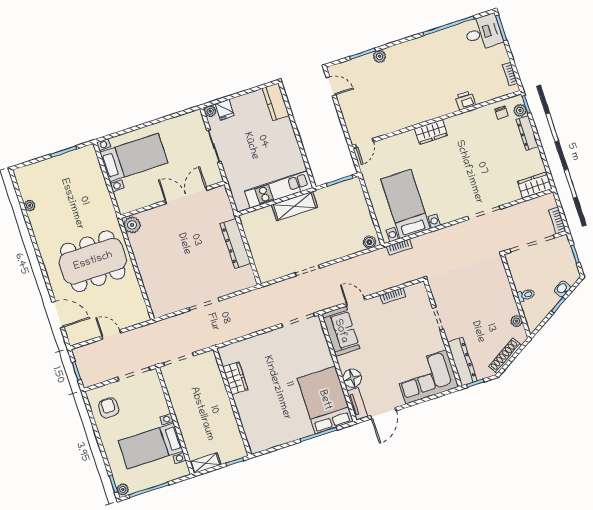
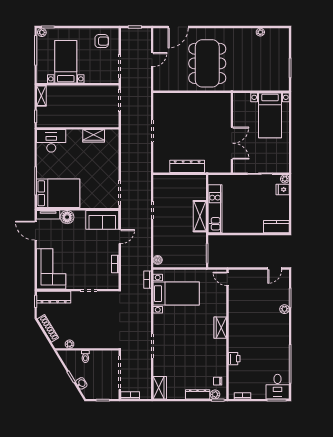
plant: (132, 225) -> (224, 99), removed
desk: (260, 431) -> (51, 141), added

